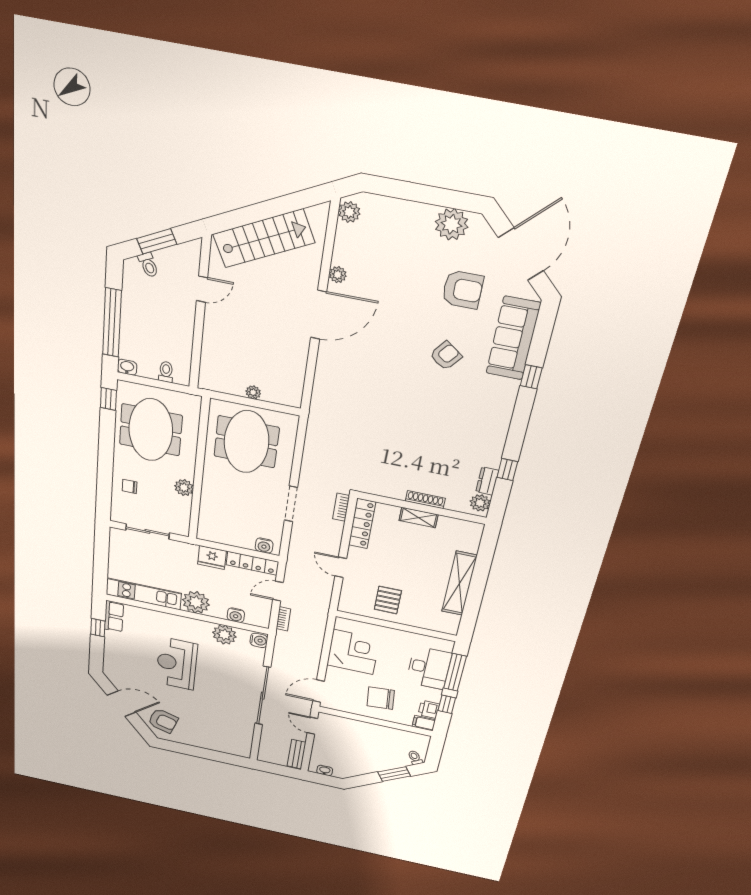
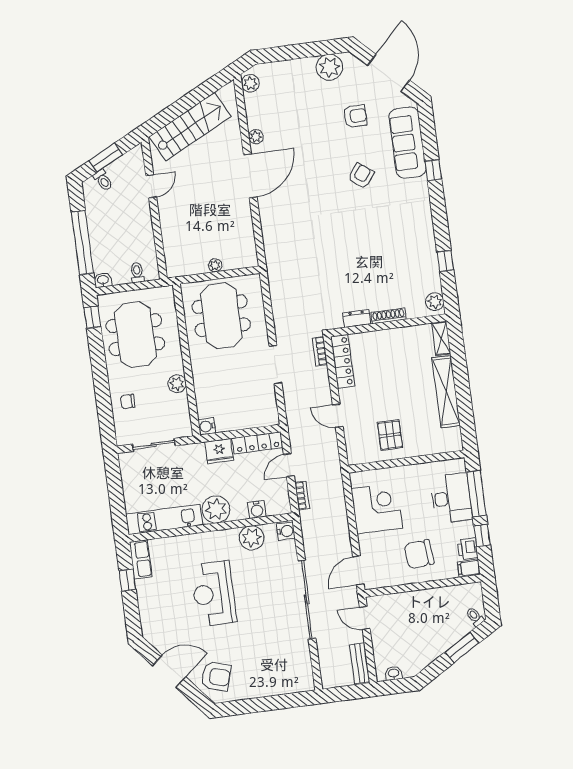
armchair: (463, 290) -> (355, 116), width x0.72, depth x0.72
dresser: (487, 481) -> (357, 318), moved, turned 90
shelving: (419, 518) -> (441, 338), moved, turned 90
water cooler: (264, 546) -> (207, 426), moved, turned 90

